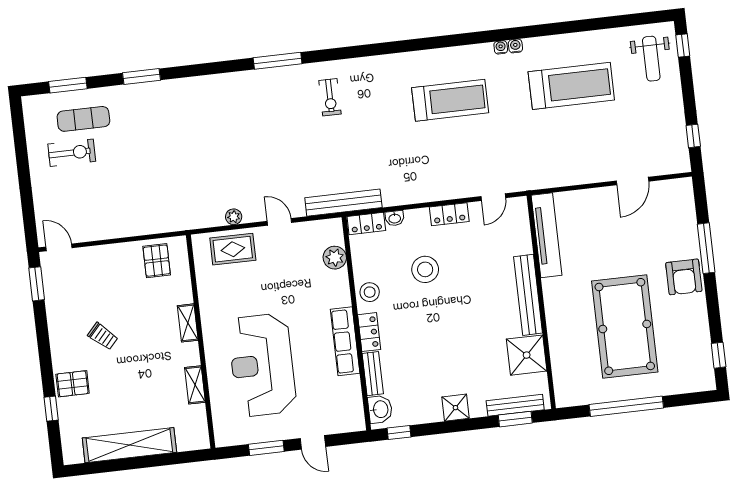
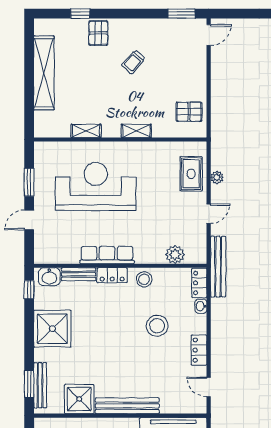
shower: (455, 408) -> (52, 329), width x1.86, depth x1.86

